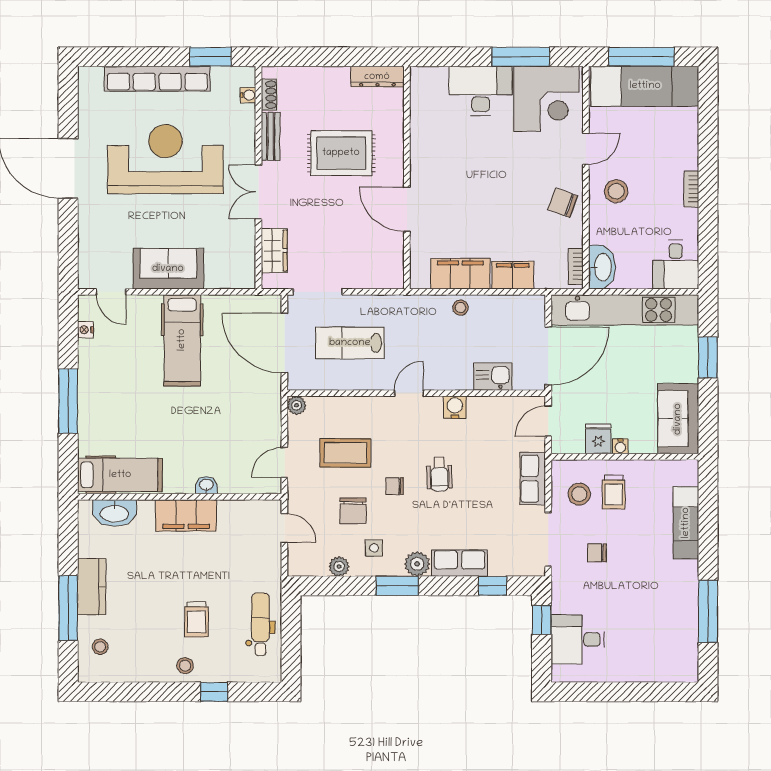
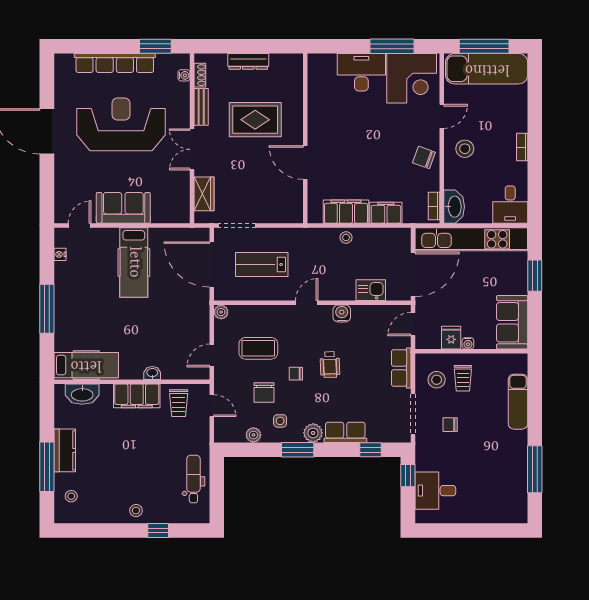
dresser: (377, 77) -> (248, 61), moved
door: (111, 292) -> (80, 225), swing flipped
trolley: (196, 619) -> (179, 403), moved

